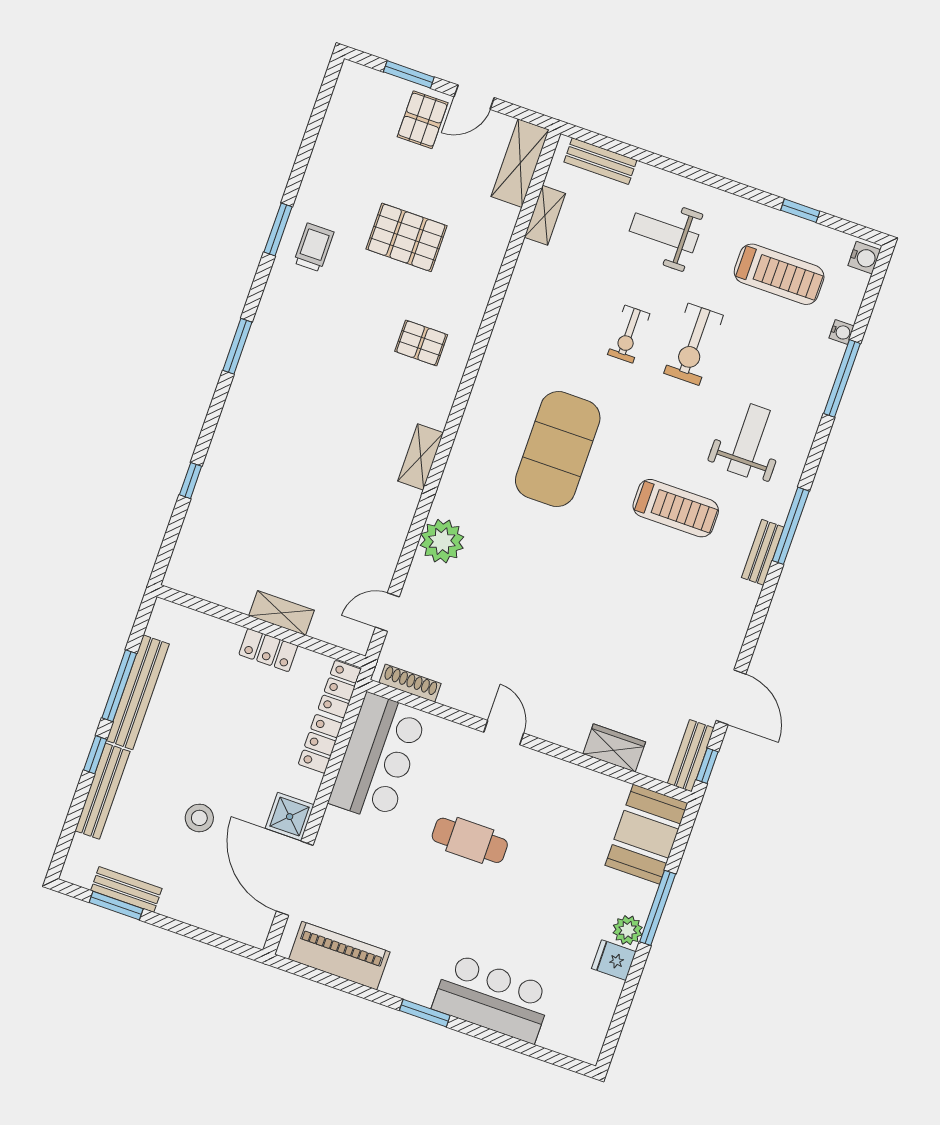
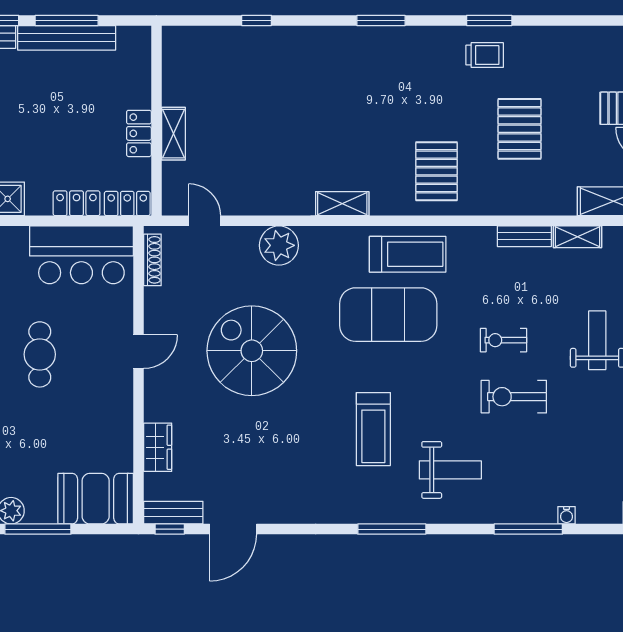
treadmill: (779, 274) -> (408, 254), moved, turned -90
pallet: (421, 343) -> (437, 171), width x1.50, depth x1.42
bench: (763, 552) -> (524, 236), moved
spiral stairs: (545, 610) -> (252, 351), added

